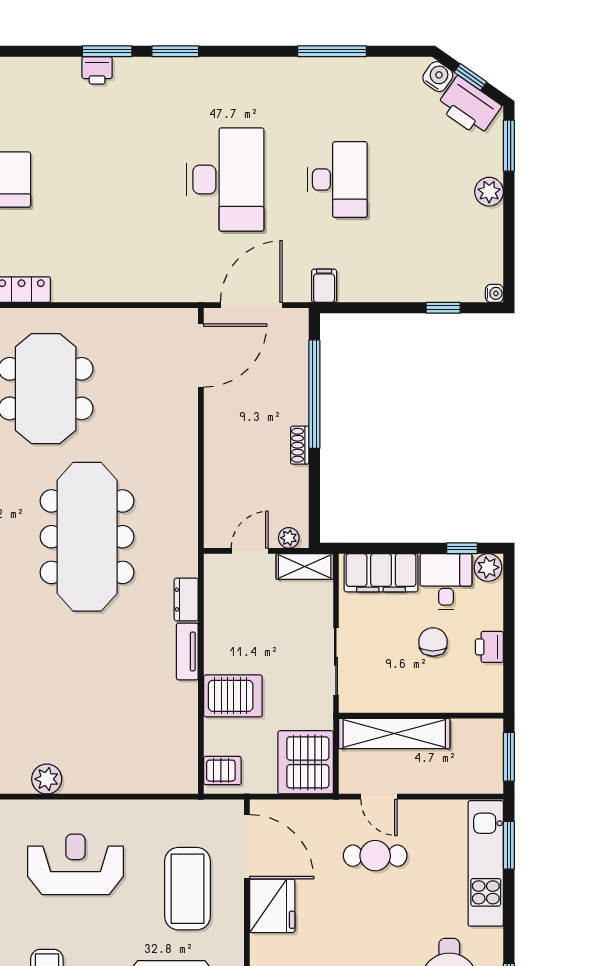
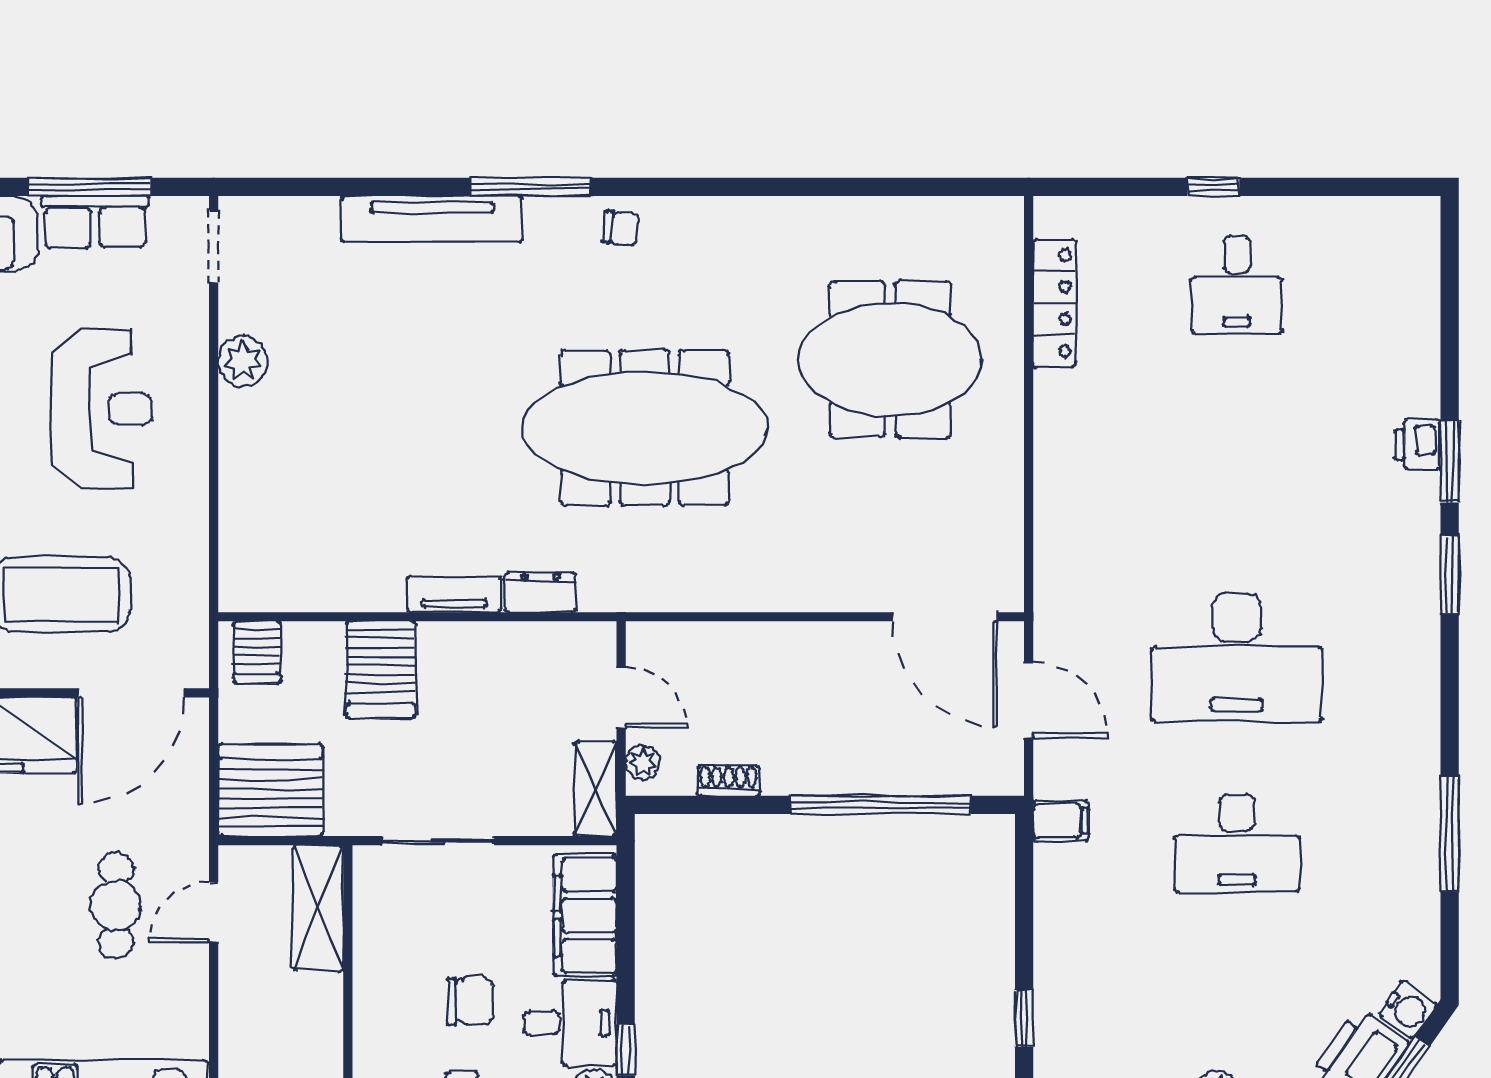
door: (251, 305) -> (1029, 700), width x0.73
shoe rack: (300, 445) -> (729, 781), moved
shelving: (394, 734) -> (318, 908), width x0.68

